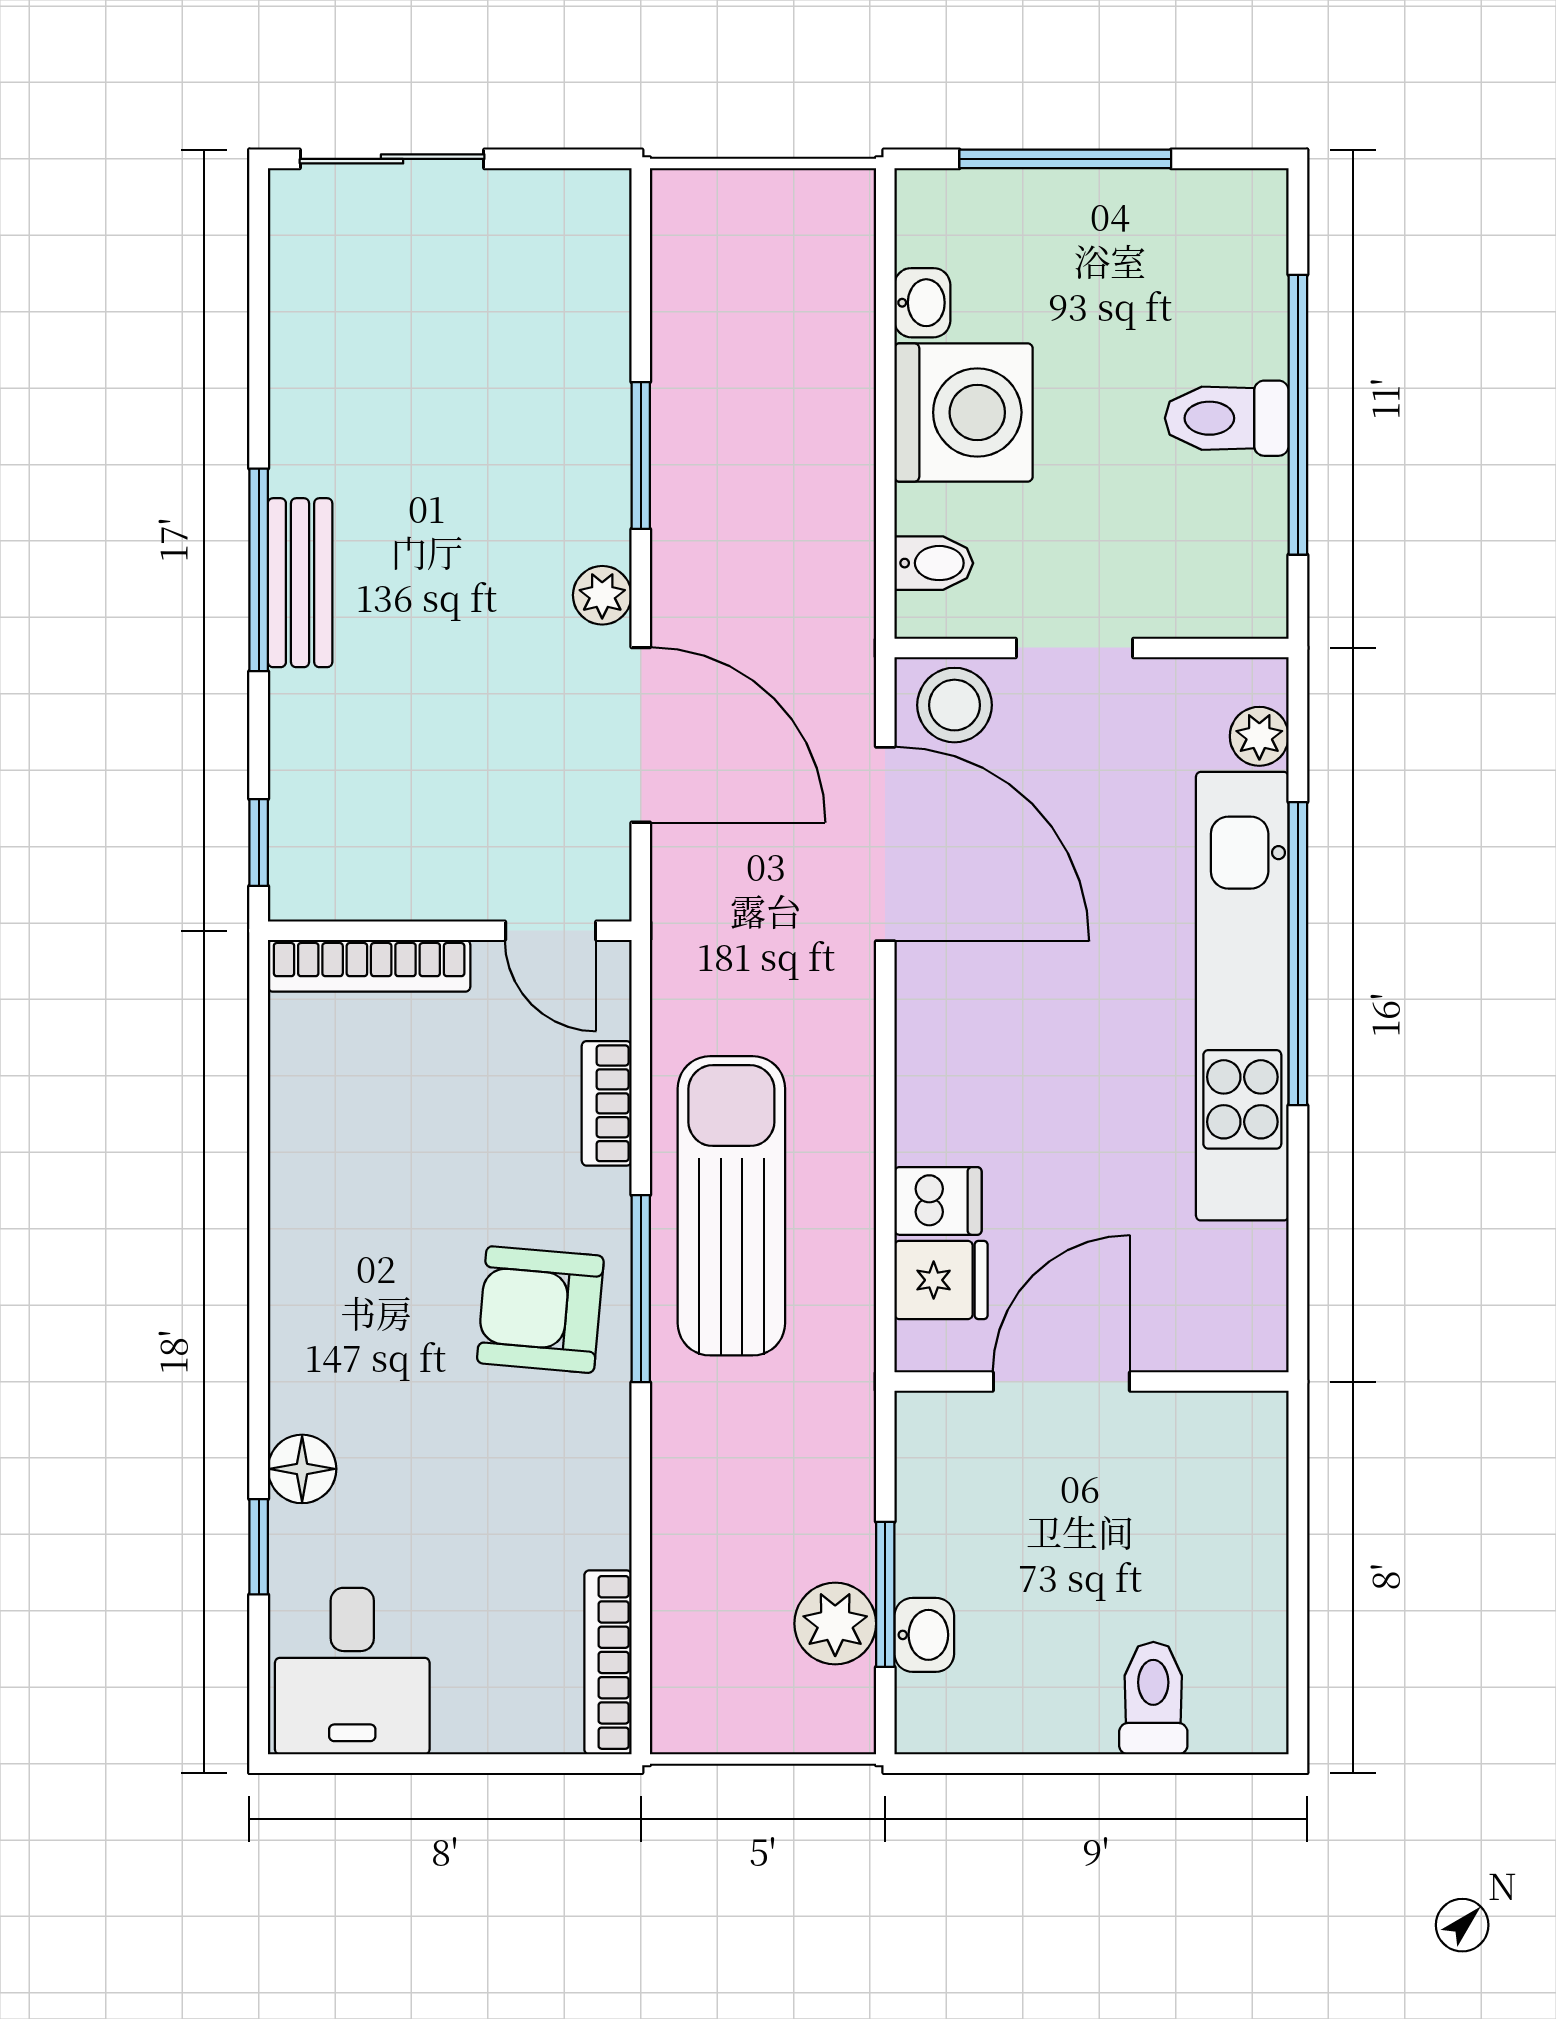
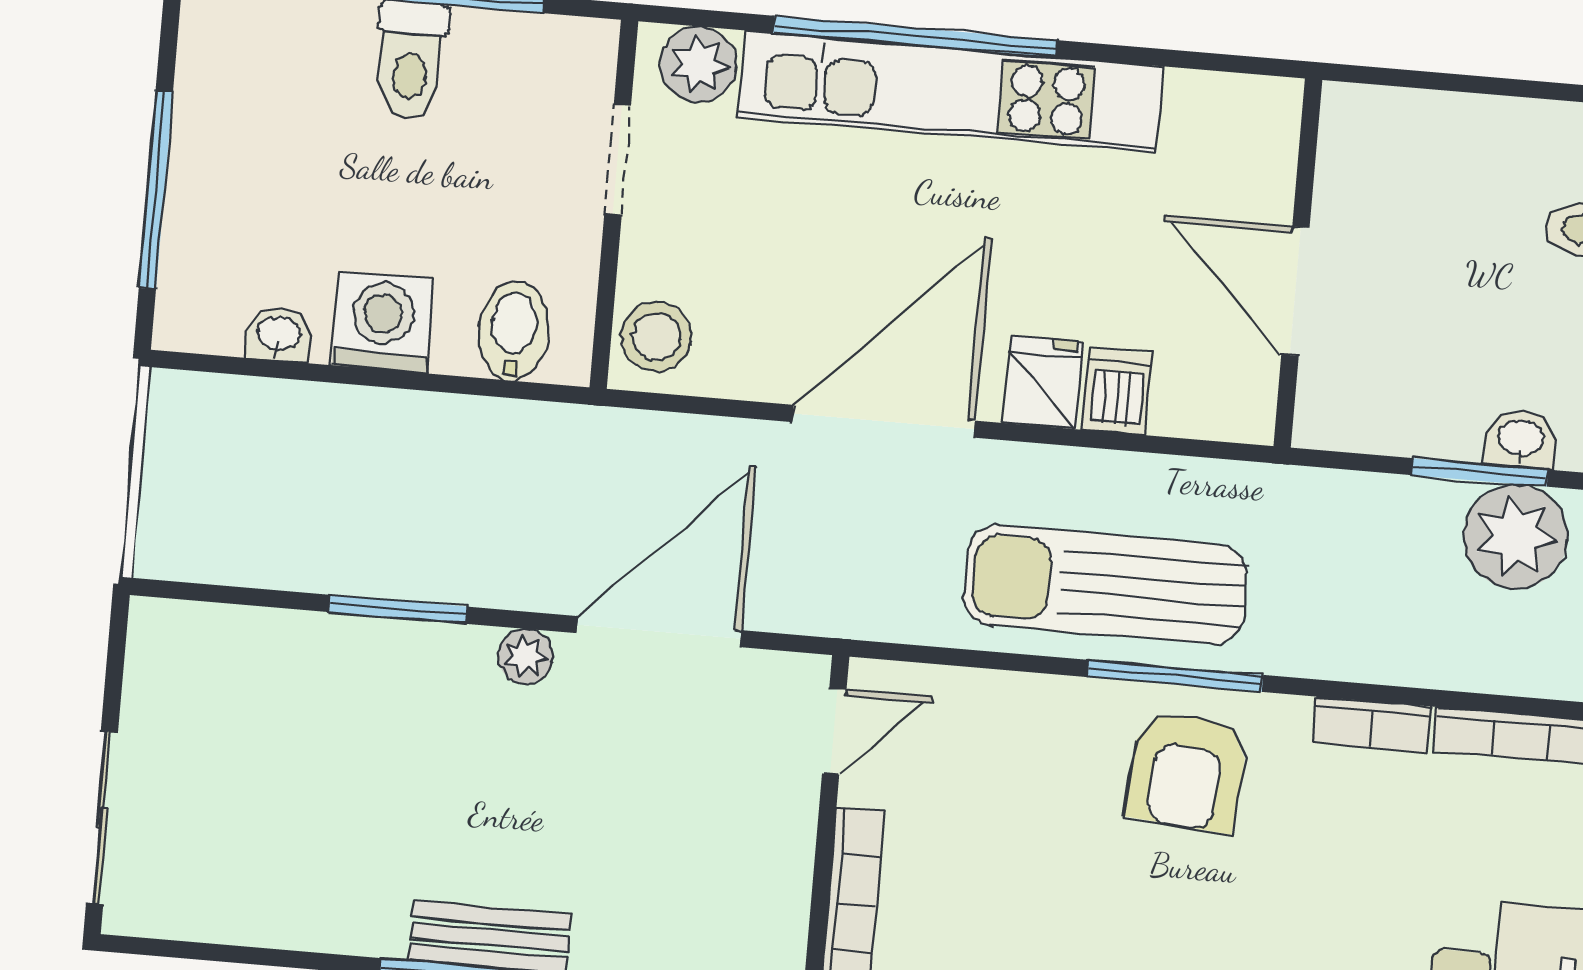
washing machine: (963, 412) -> (383, 322), width x0.73, depth x0.73
bidet: (934, 563) -> (514, 331), width x1.38, depth x1.36
doorway: (1075, 648) -> (618, 160), moved
plant: (1259, 736) -> (698, 64), width x1.38, depth x1.38
door: (885, 844) -> (884, 421), moved
bookcase: (607, 1103) -> (1371, 725), moved
fridge: (941, 1280) -> (1044, 383), moved
plant: (835, 1624) -> (1516, 536), width x1.36, depth x1.36

